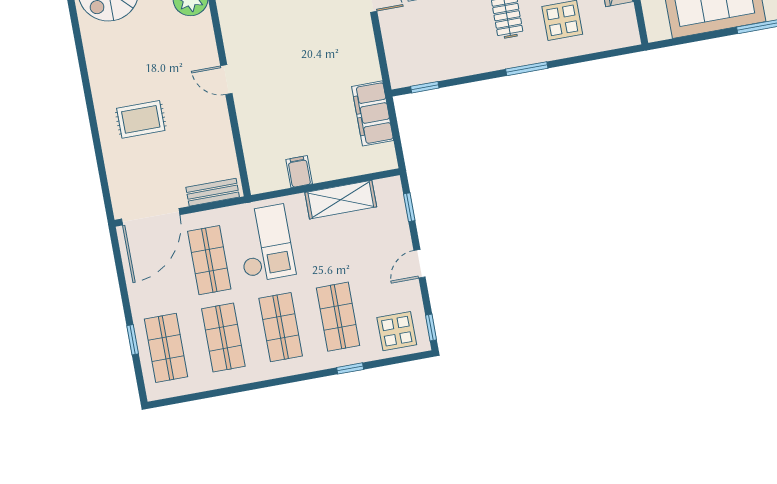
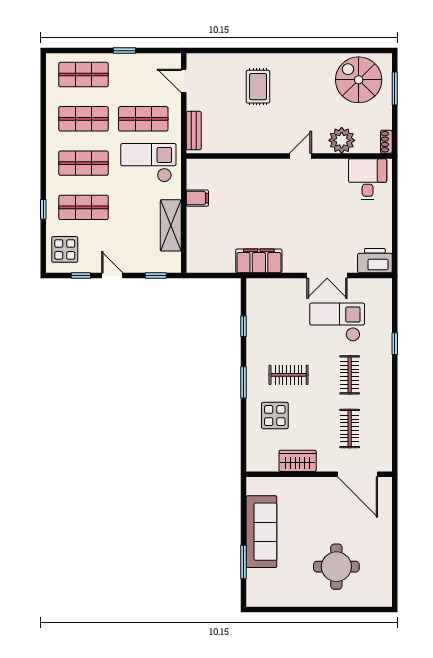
door: (226, 80) -> (300, 156), moved
window: (425, 87) -> (244, 326), moved
filing cabinet: (373, 113) -> (259, 261), moved
door: (151, 217) -> (184, 81), width x0.53
checkout: (265, 243) -> (148, 163), turned 180
window: (431, 327) -> (81, 276), moved
window: (133, 340) -> (124, 51), moved

